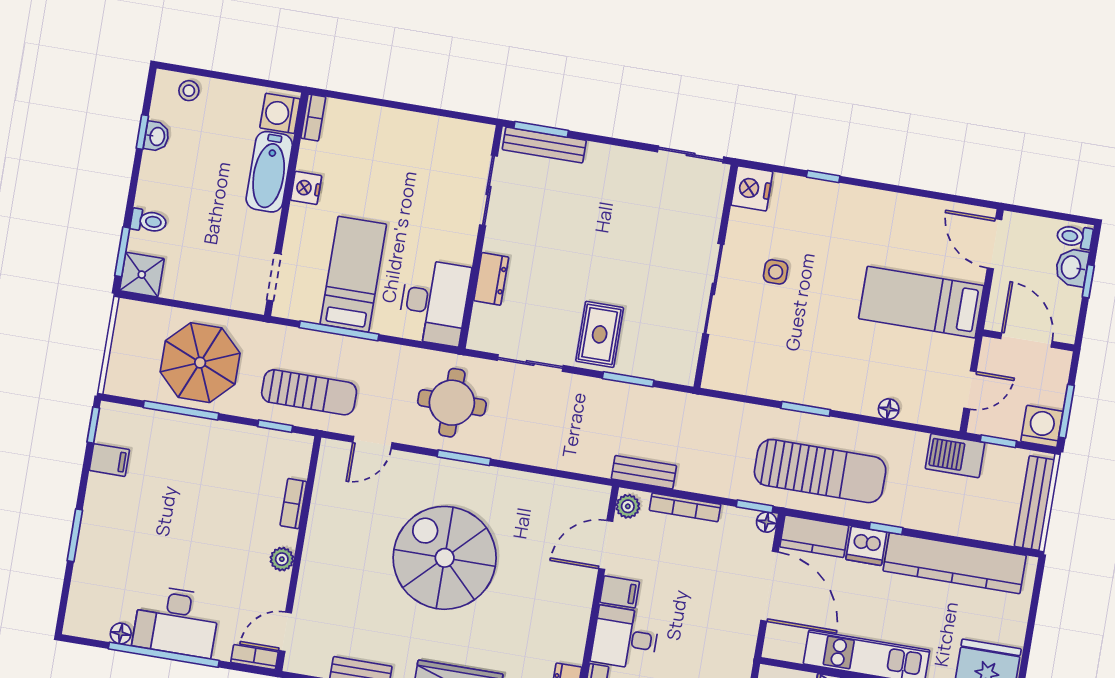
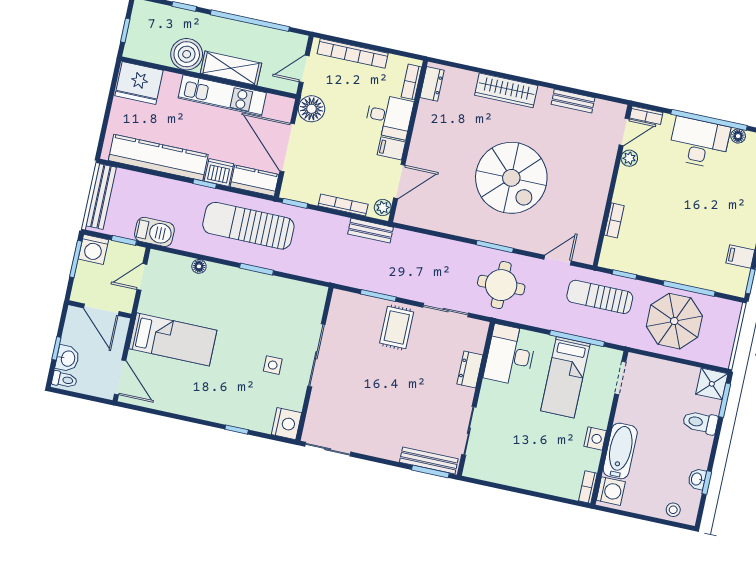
toilet: (149, 221) -> (700, 422), width x1.37, depth x1.39
floor lamp: (767, 522) -> (311, 109), moved, width x1.89, depth x1.89
plant: (282, 559) -> (629, 158), moved

